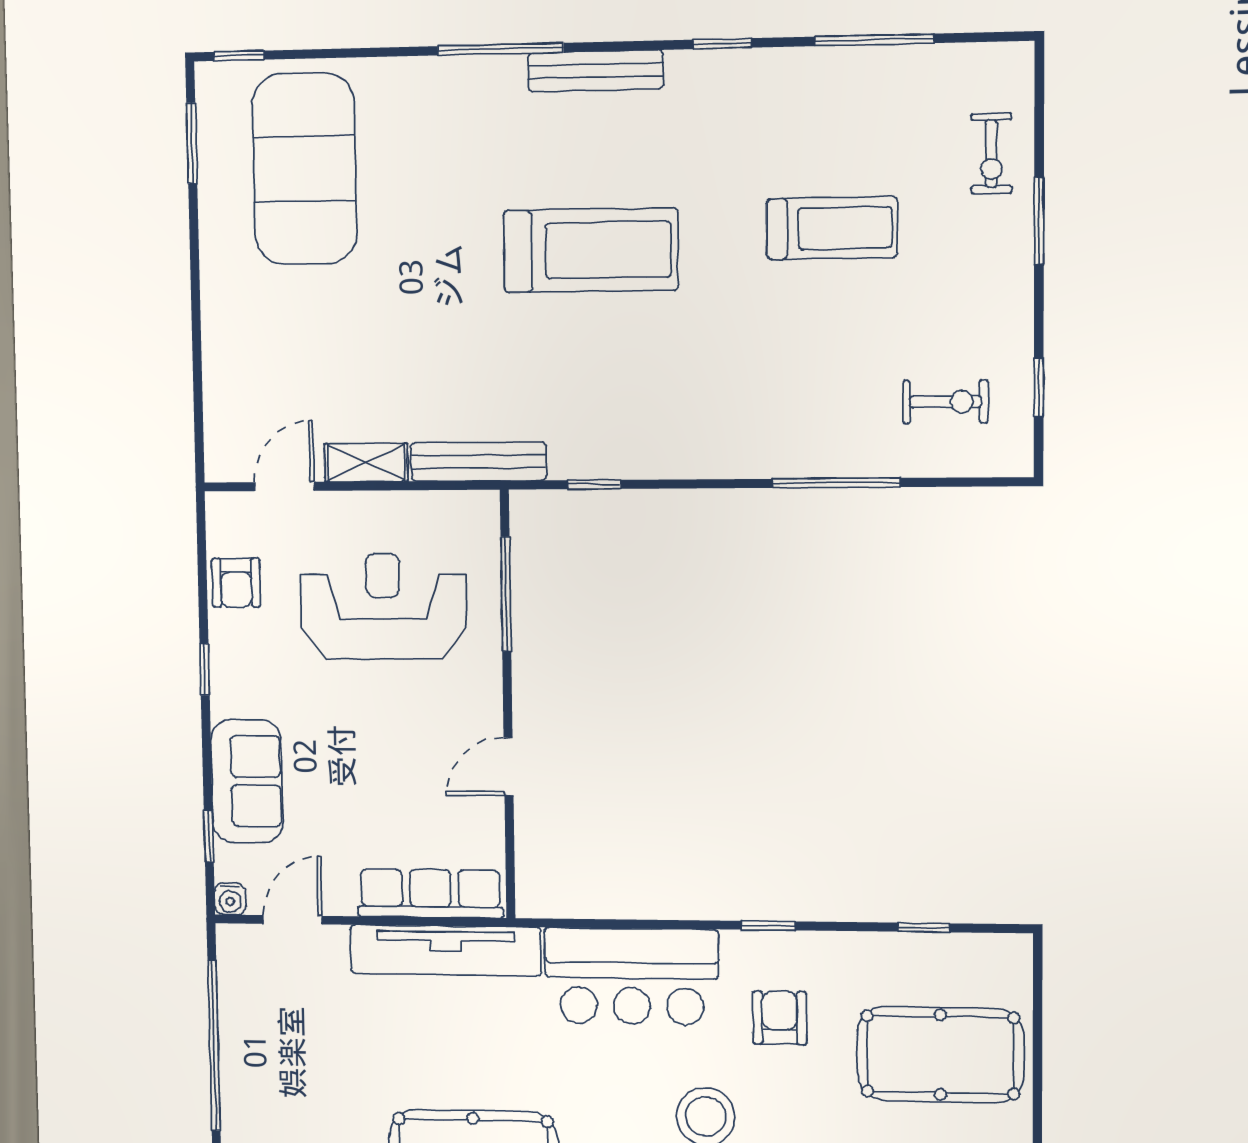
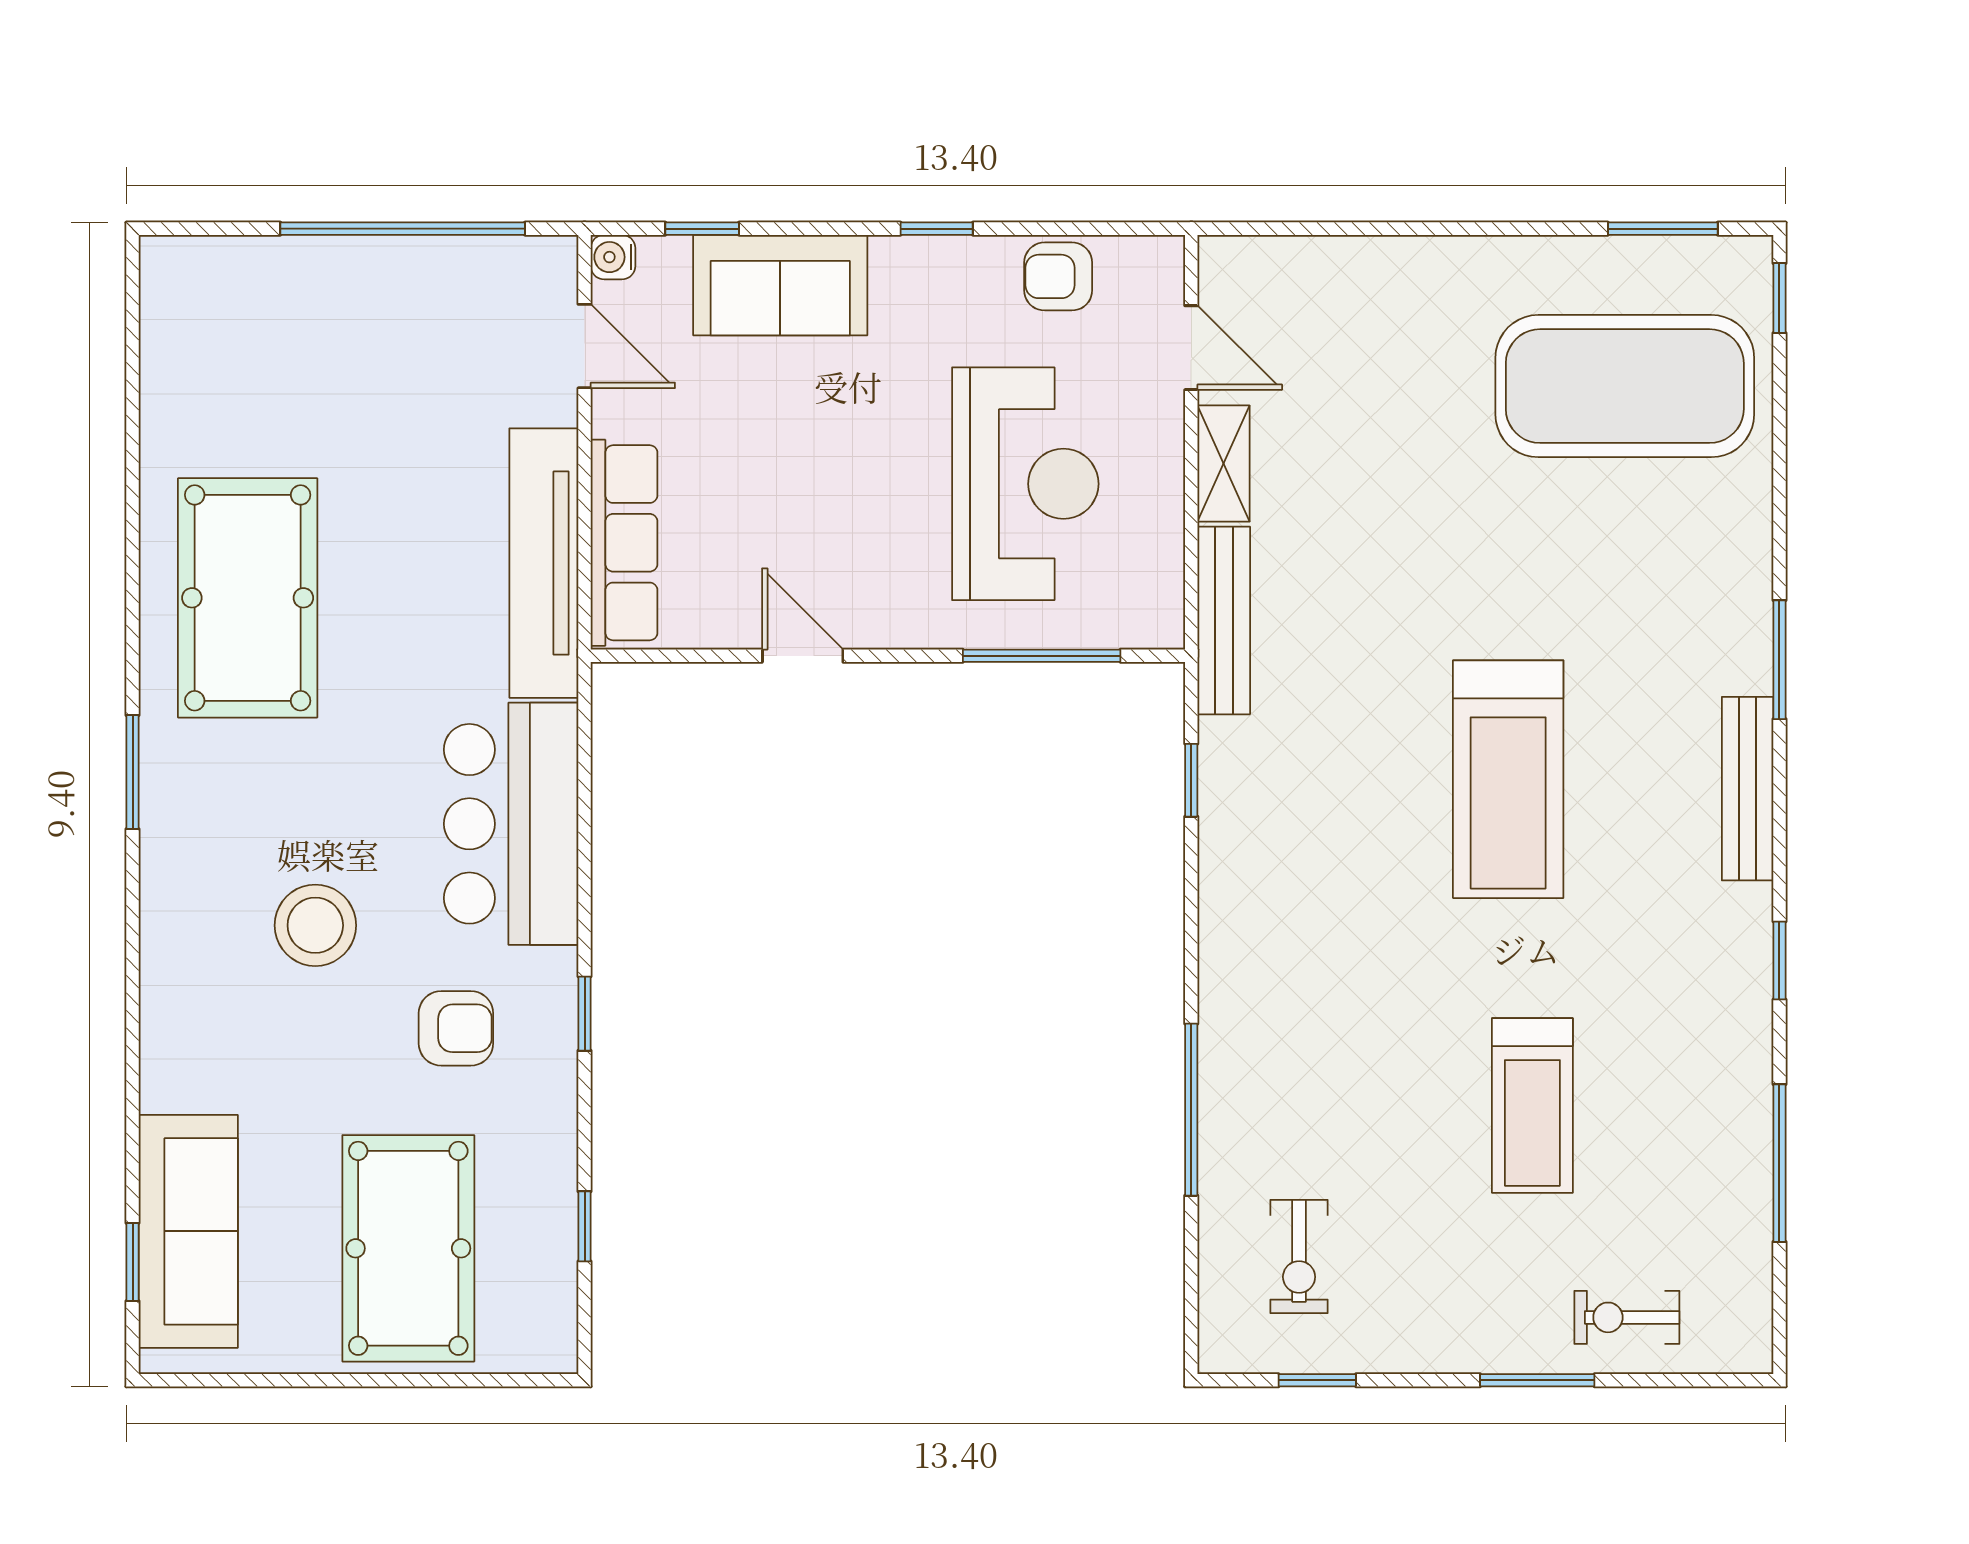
window: (501, 49) -> (1779, 660), width x0.69

